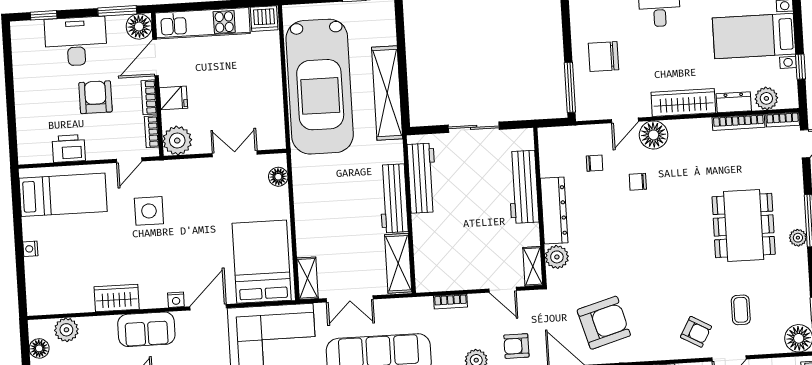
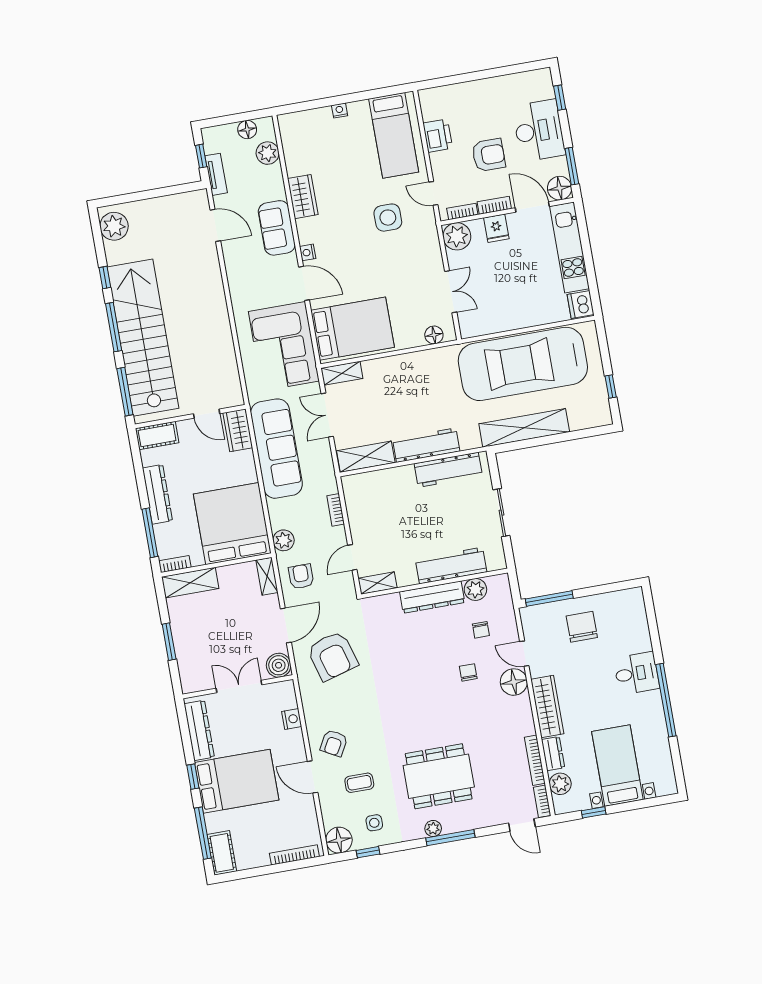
plant: (557, 257) -> (475, 589), moved
side table: (785, 299) -> (374, 823), added

